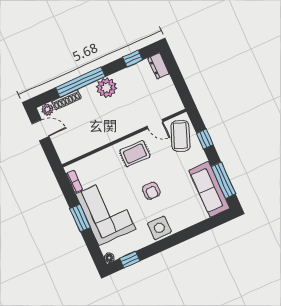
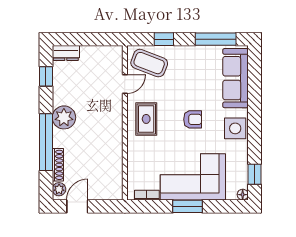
sofa: (209, 189) -> (235, 78), moved, turned 90

